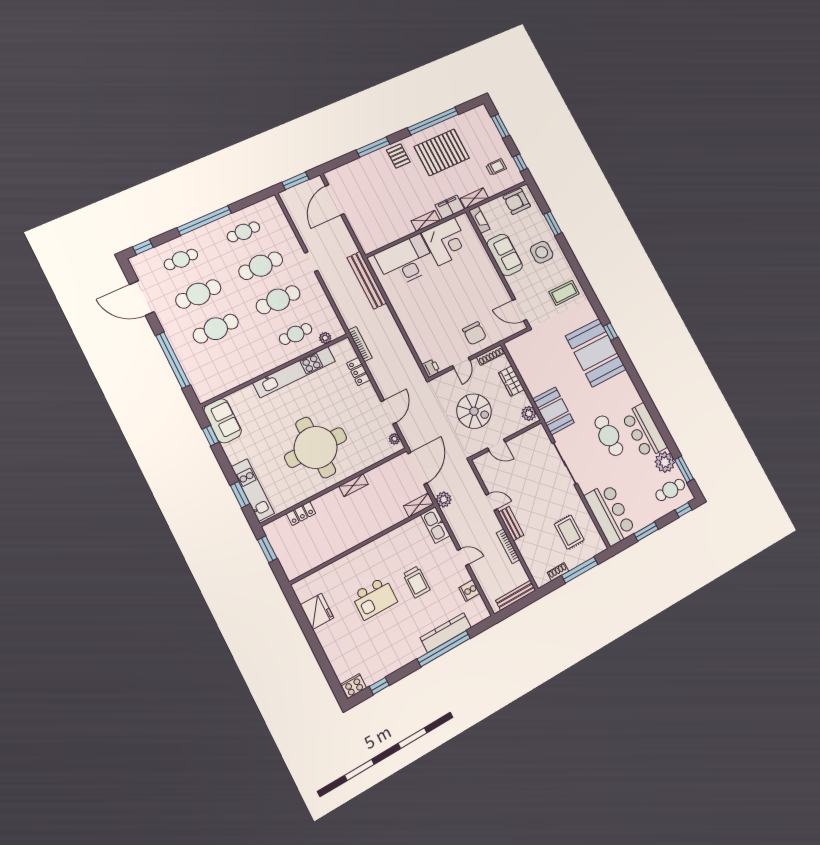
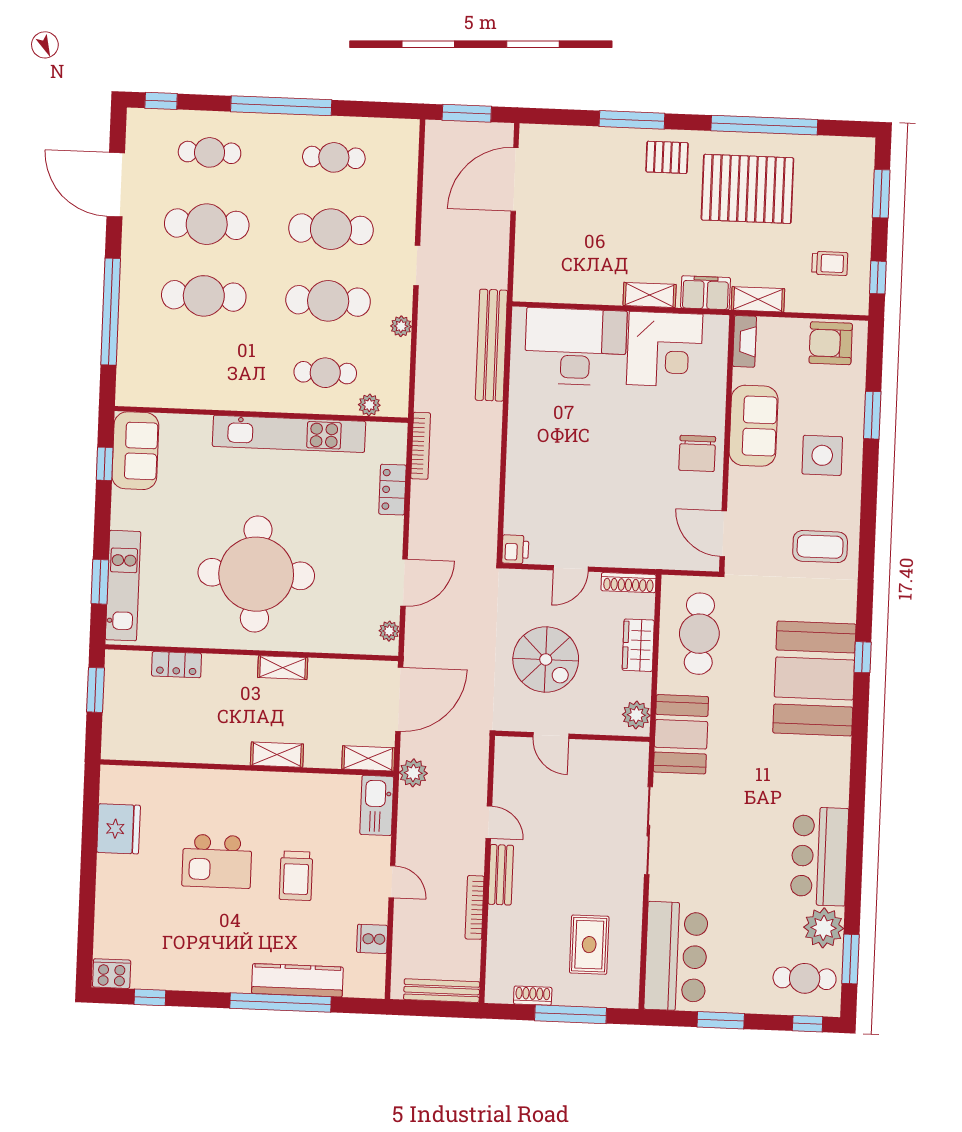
pallet: (398, 156) -> (667, 157), turned 90
plant: (320, 294) -> (401, 326), added
chair: (474, 333) -> (697, 453), moved
cafe table: (609, 436) -> (699, 634), moved
shelving: (374, 529) -> (277, 755), added

